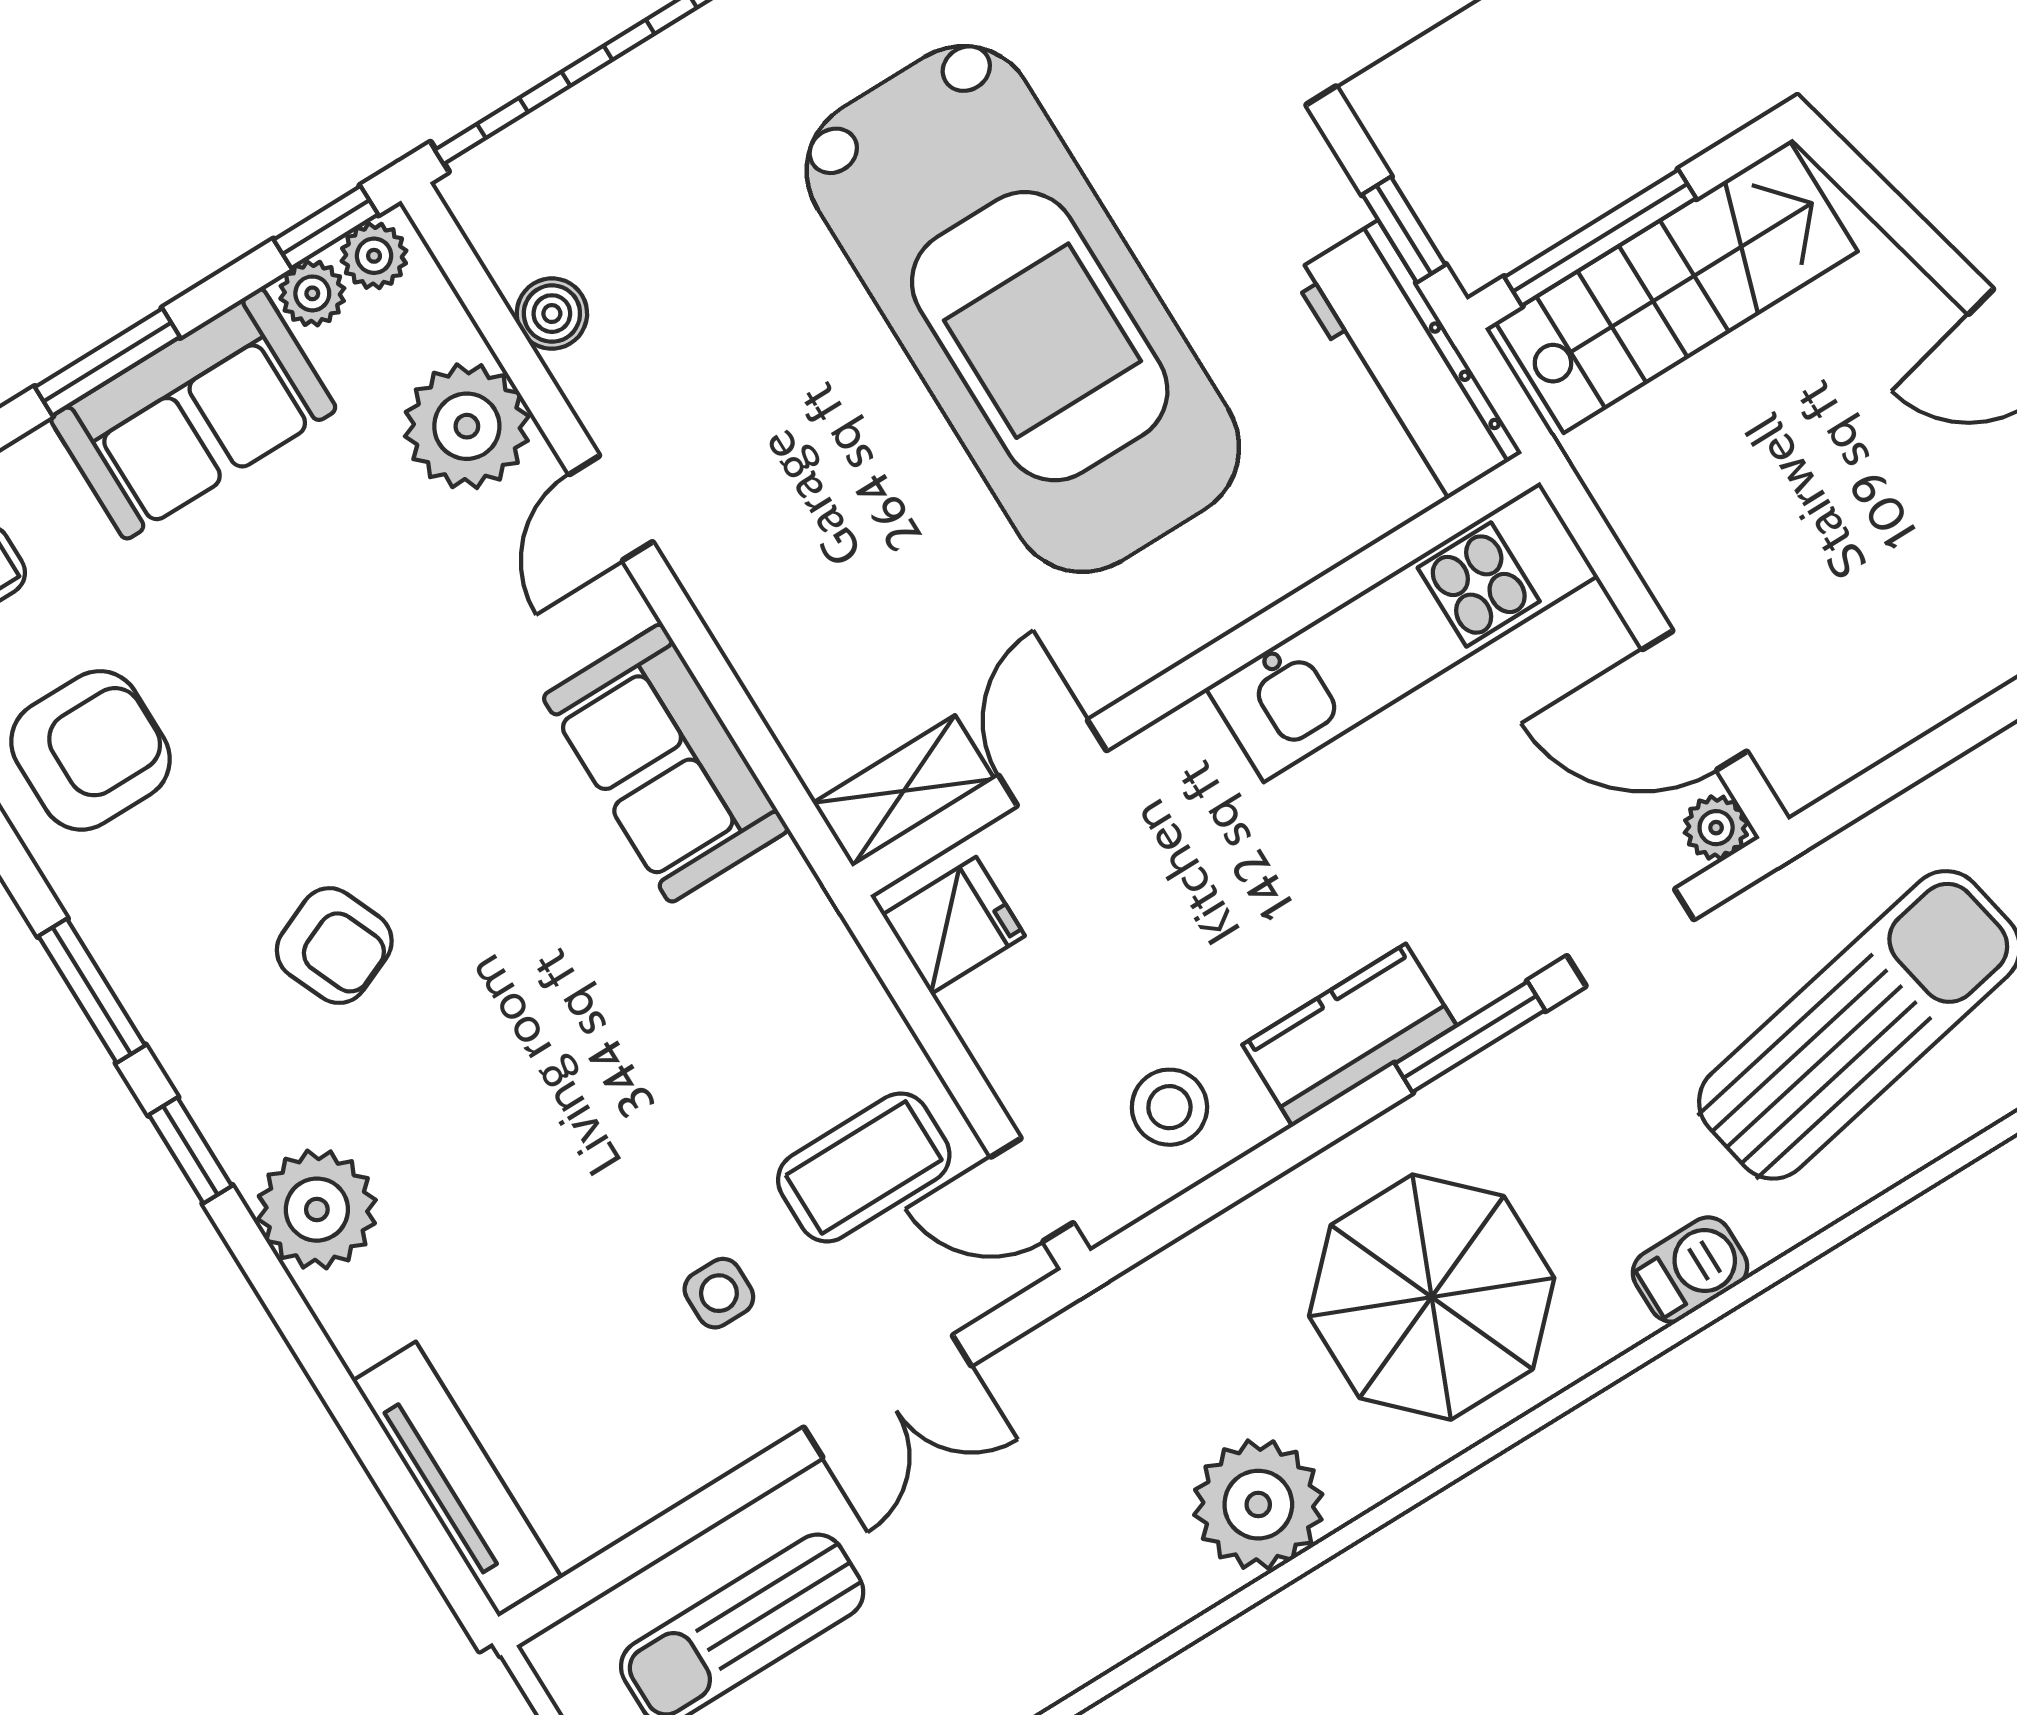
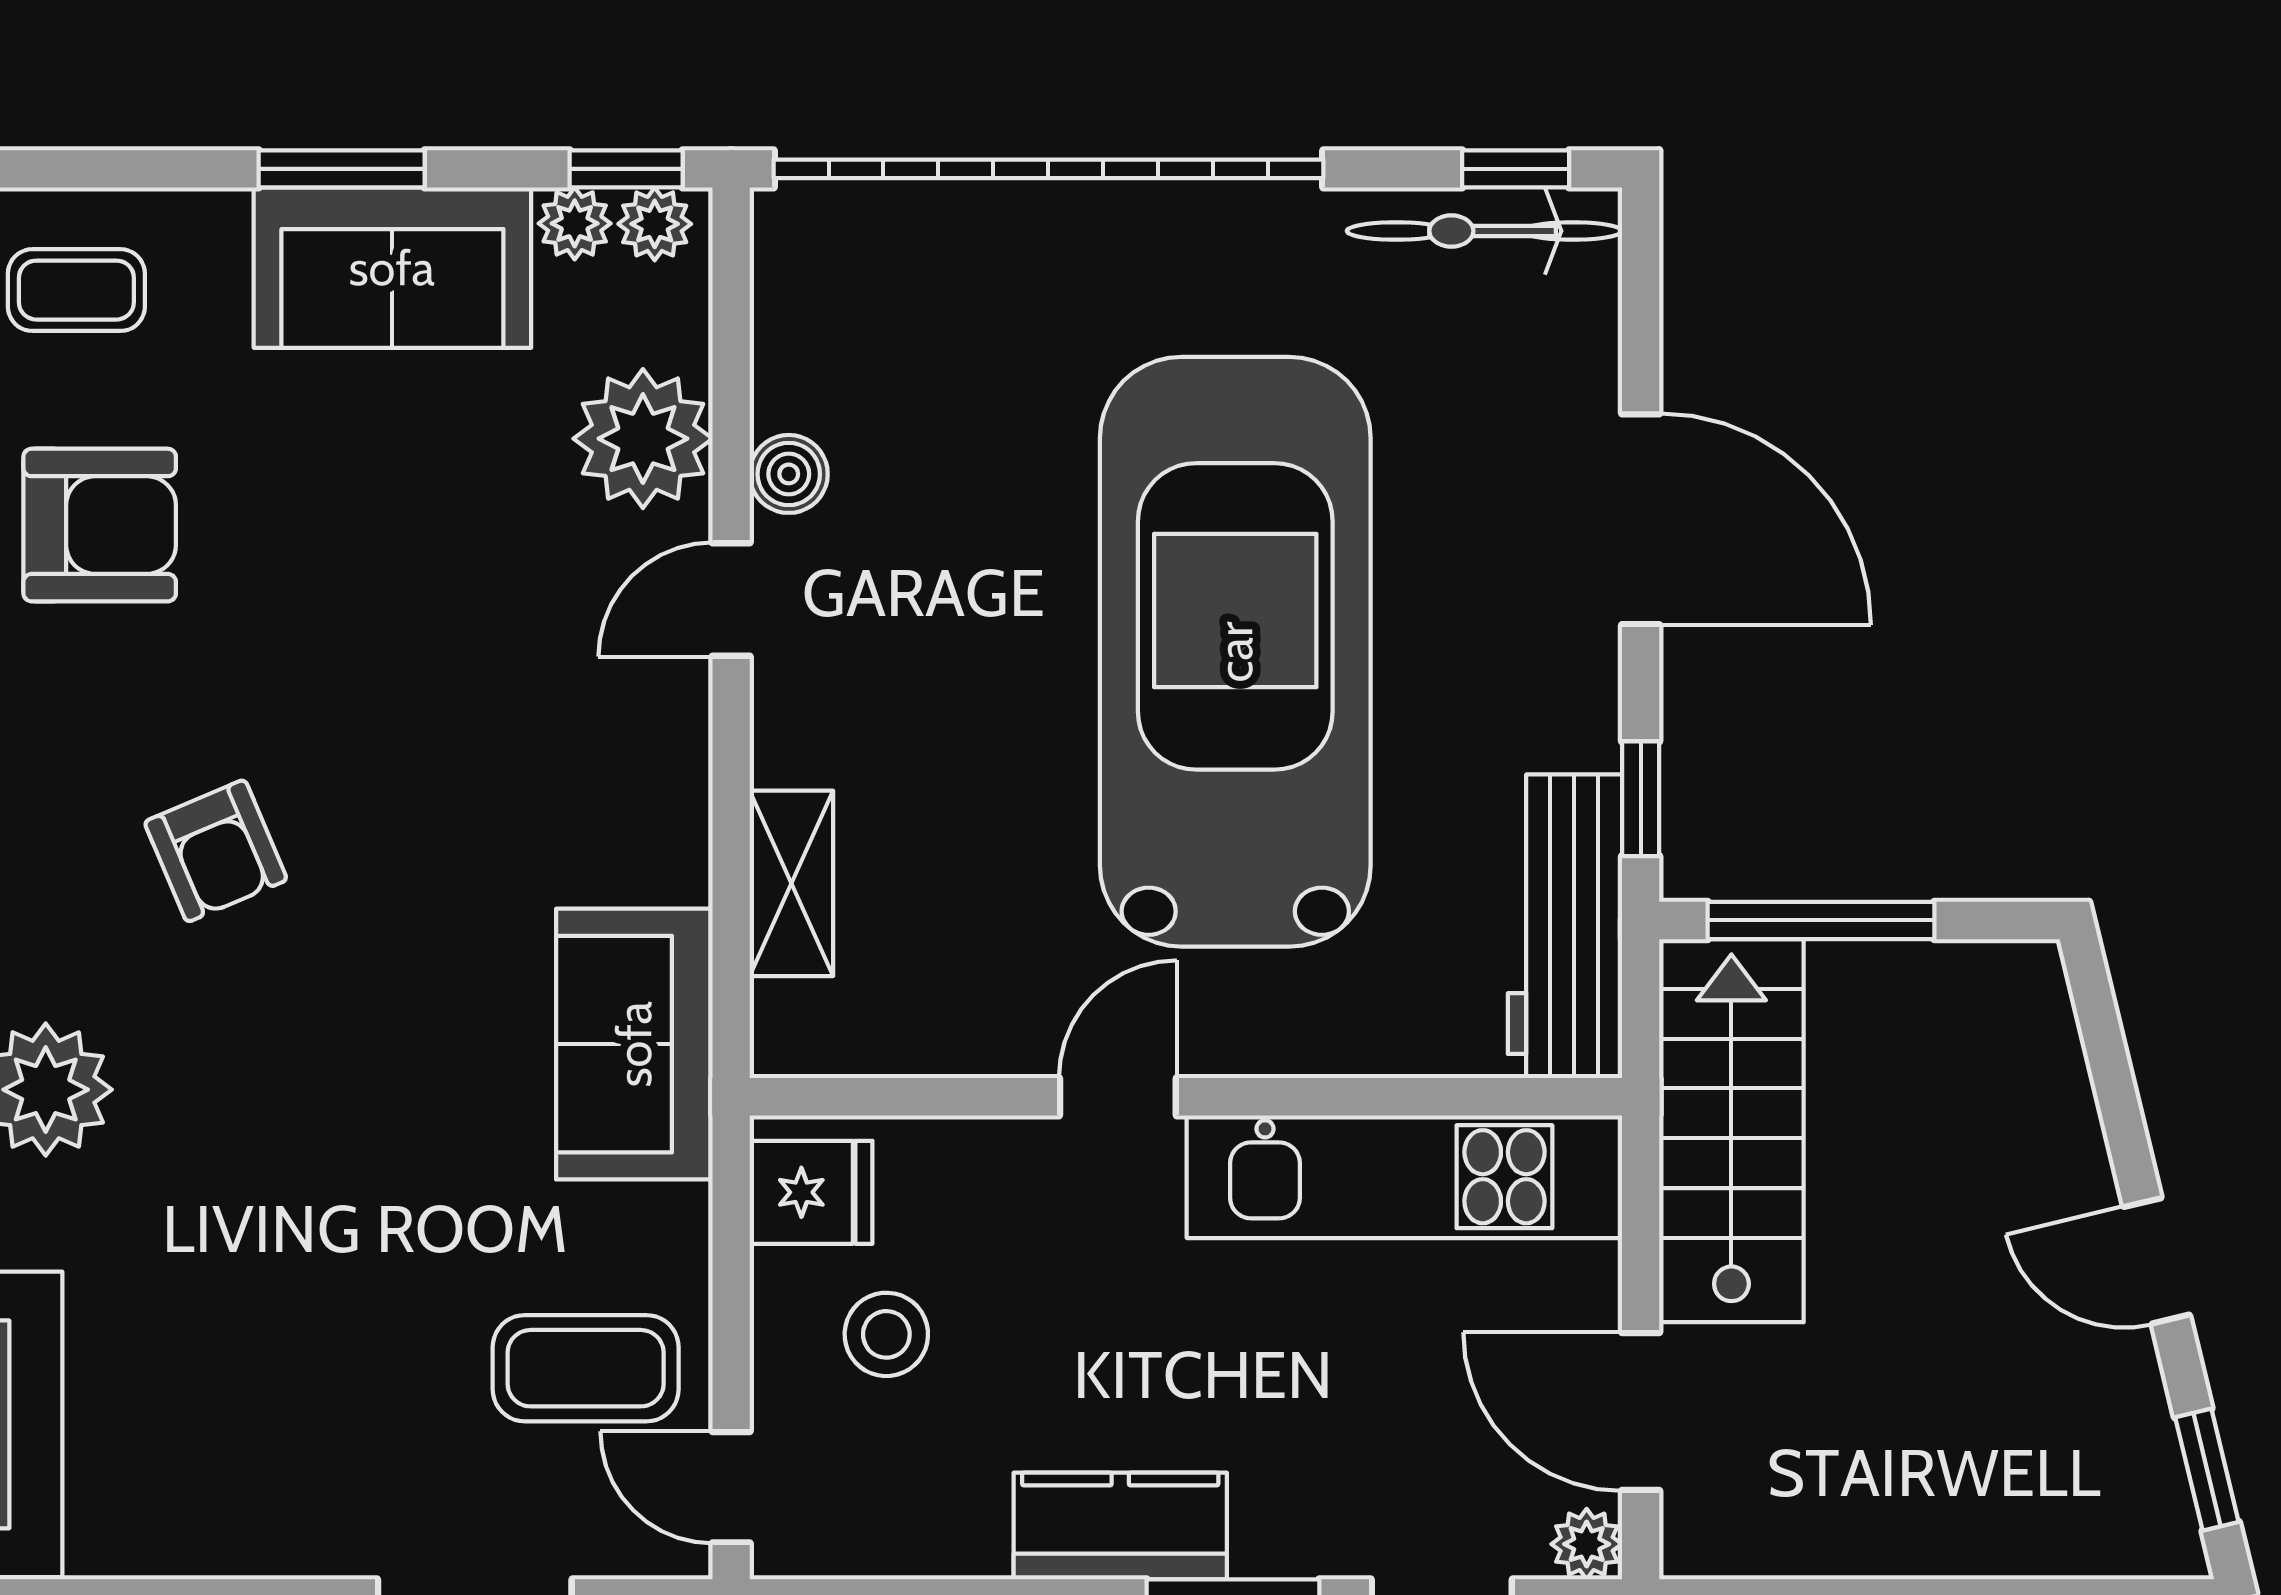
stairs: (1677, 287) -> (1731, 1131), moved, turned -90
car: (1023, 309) -> (1235, 652), turned 180
boiler: (552, 314) -> (789, 474), moved
sofa: (666, 763) -> (634, 1044), moved
door: (1052, 763) -> (1118, 1097), moved
shelving: (904, 791) -> (791, 883), moved, turned 90
stool: (1169, 1107) -> (886, 1334), moved
side table: (719, 1293) -> (376, 1402), removed

